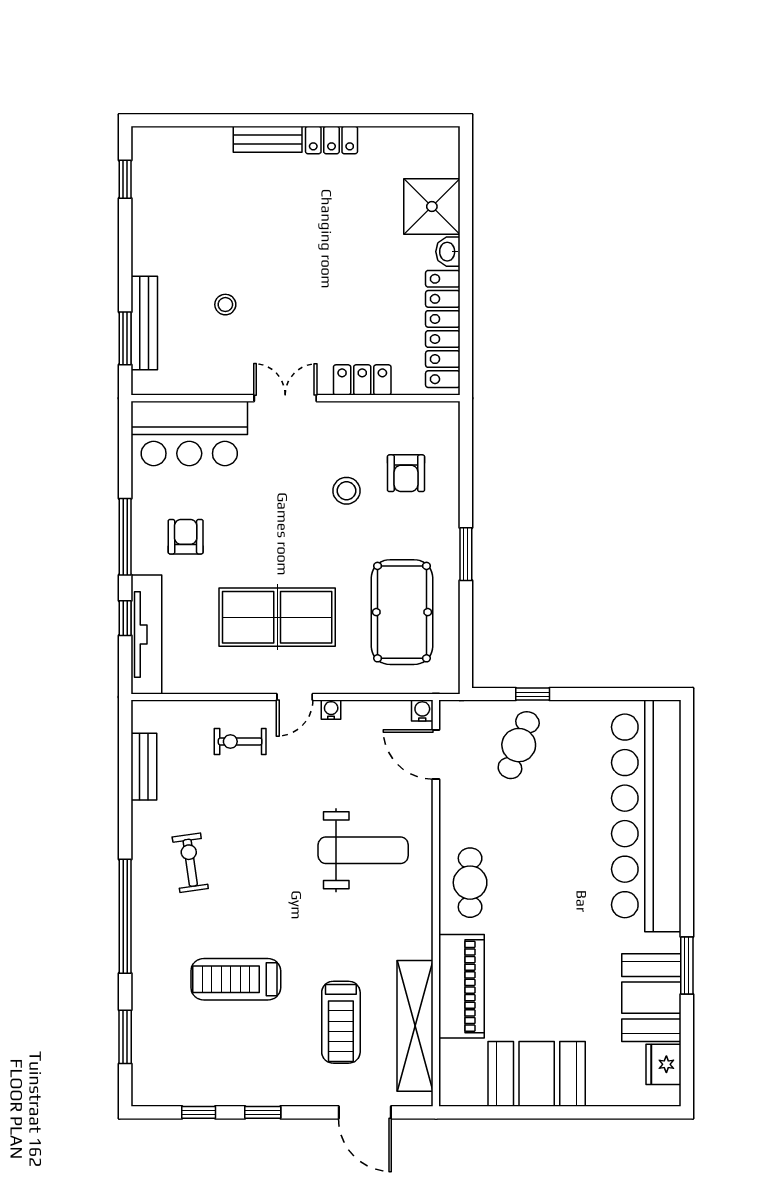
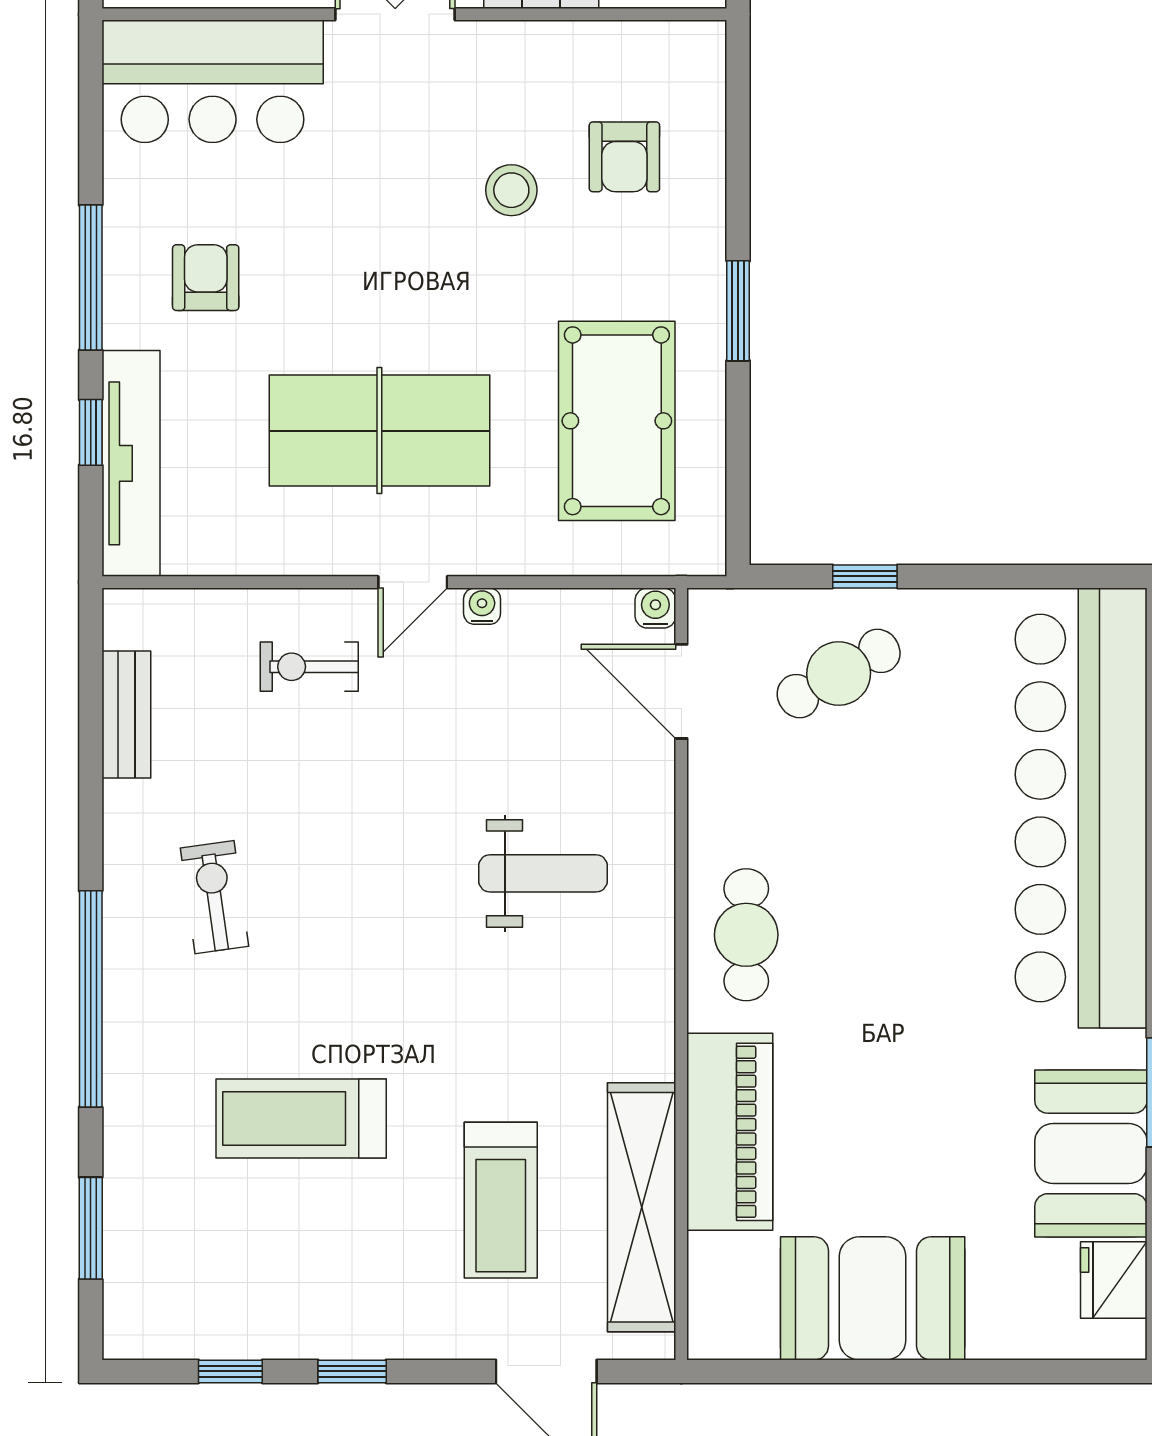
cafe table: (519, 745) -> (839, 673), turned 40
weight bench: (363, 850) -> (543, 873), width x0.73, depth x0.75

